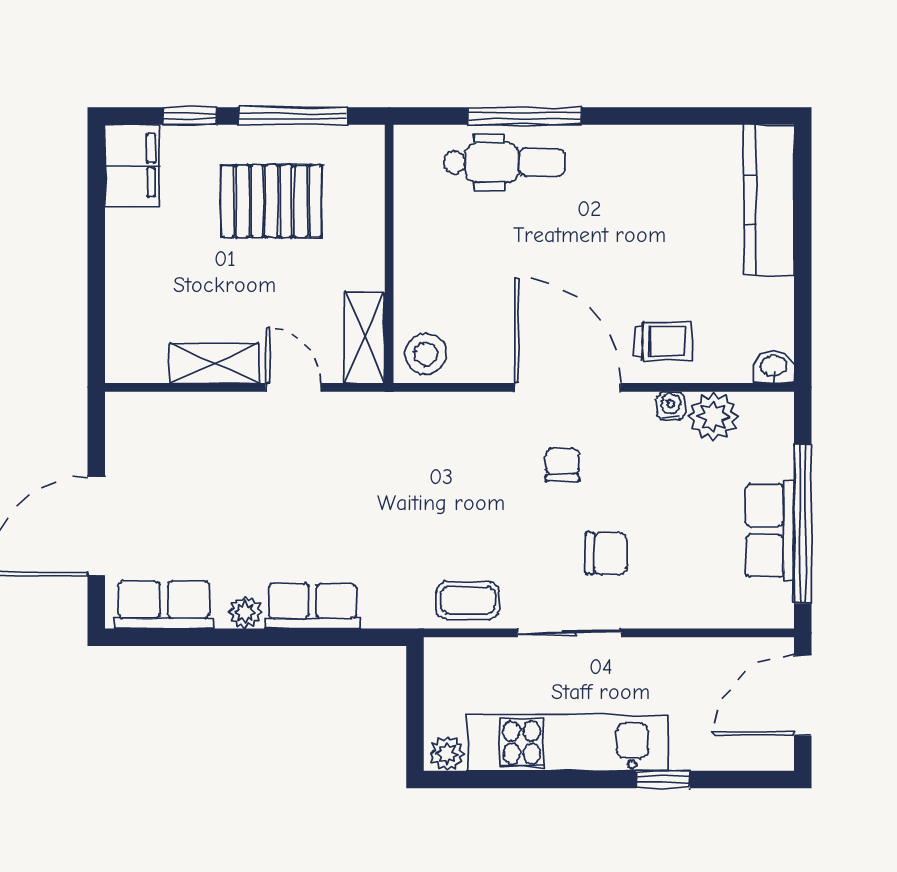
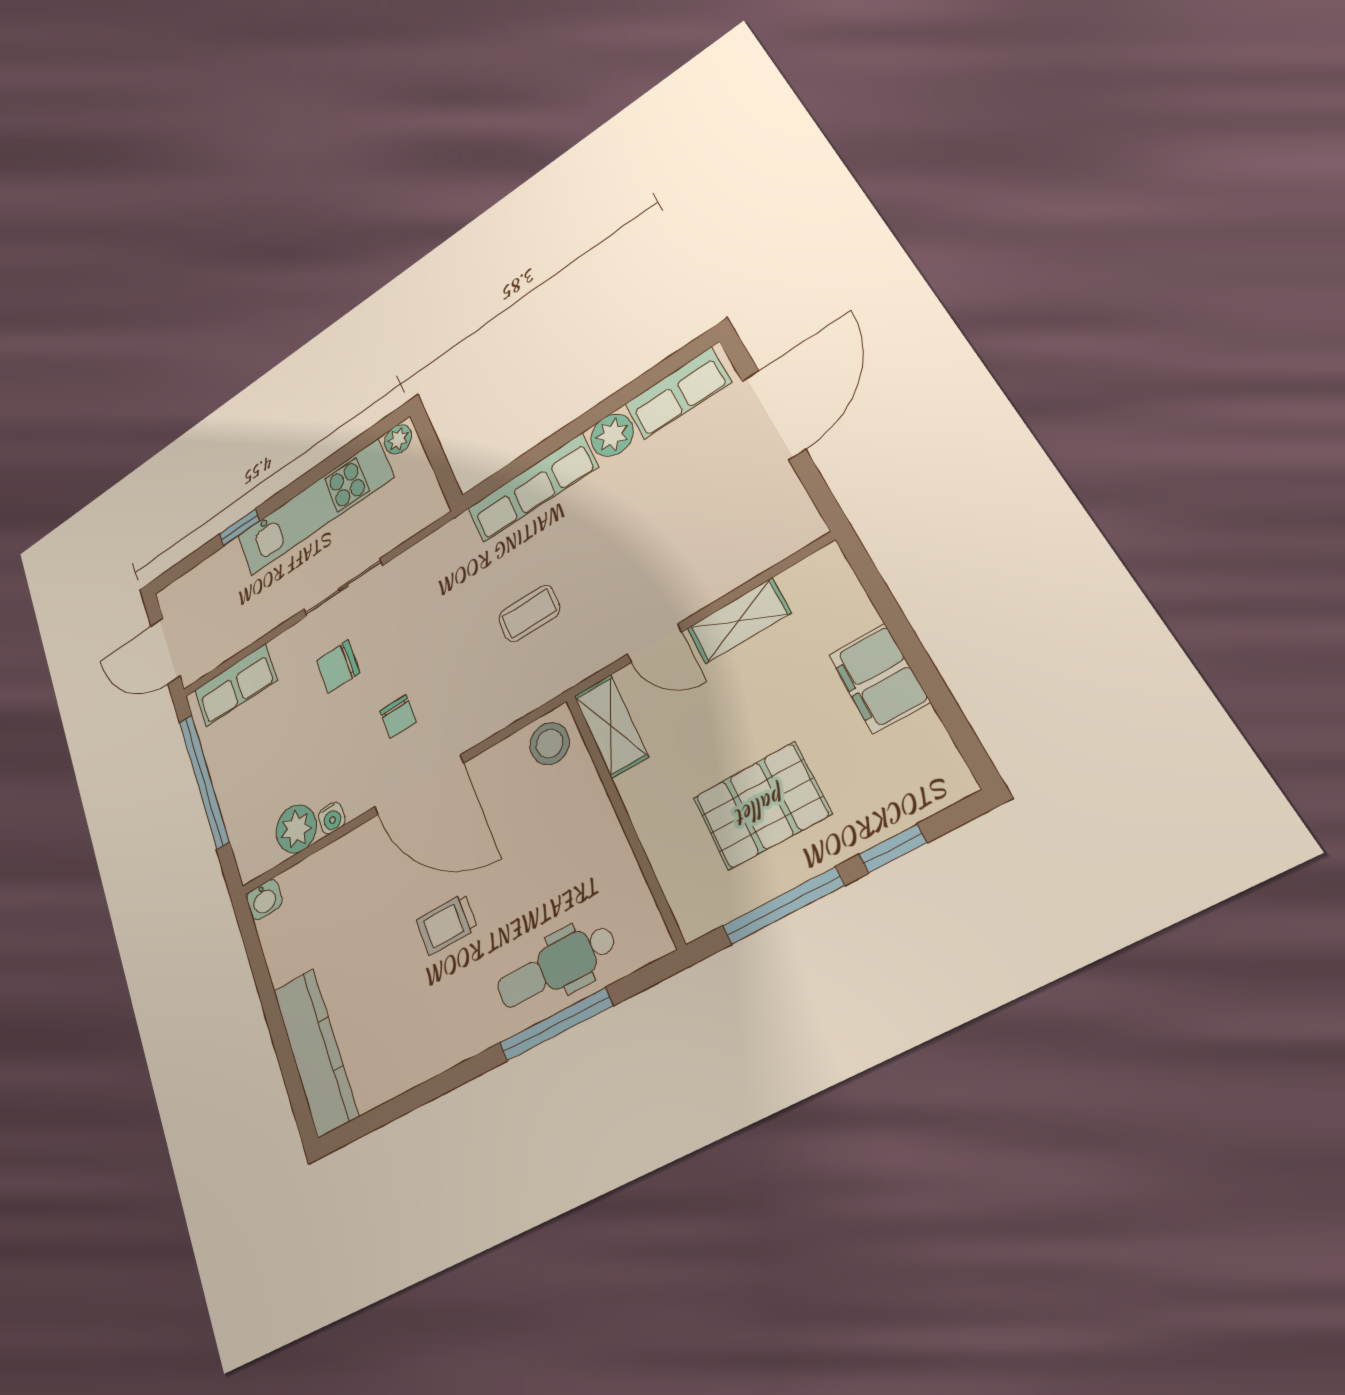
filing cabinet: (132, 165) -> (879, 678), moved
trolley: (663, 341) -> (447, 924), moved
row of seats: (770, 531) -> (236, 685), moved, turned 90
coffee table: (468, 600) -> (529, 614), moved
row of seats: (313, 606) -> (532, 488), width x1.48
plant: (245, 612) -> (612, 435), width x1.38, depth x1.38
door: (803, 695) -> (165, 651), swing flipped

